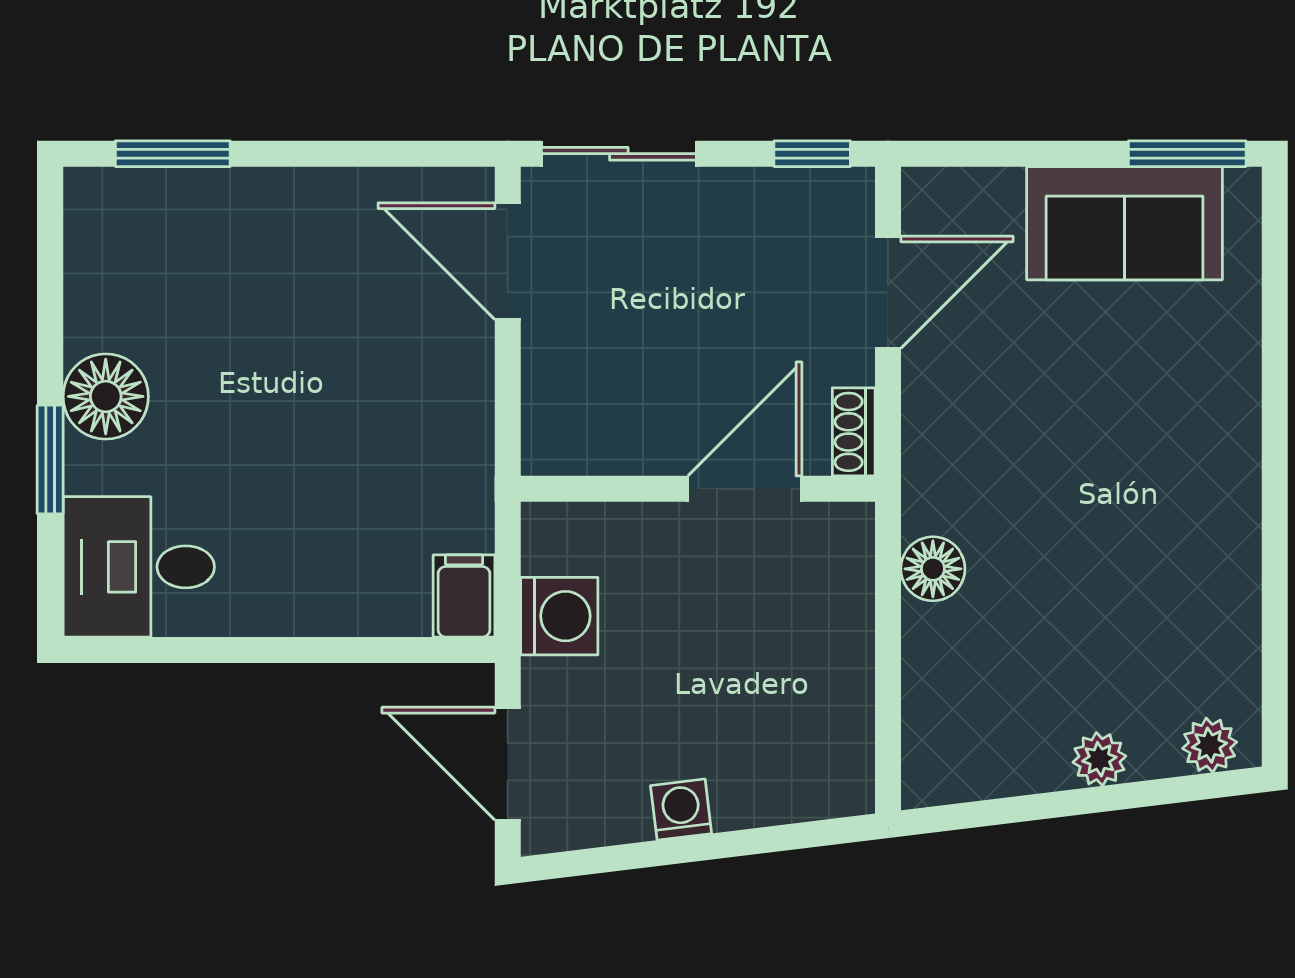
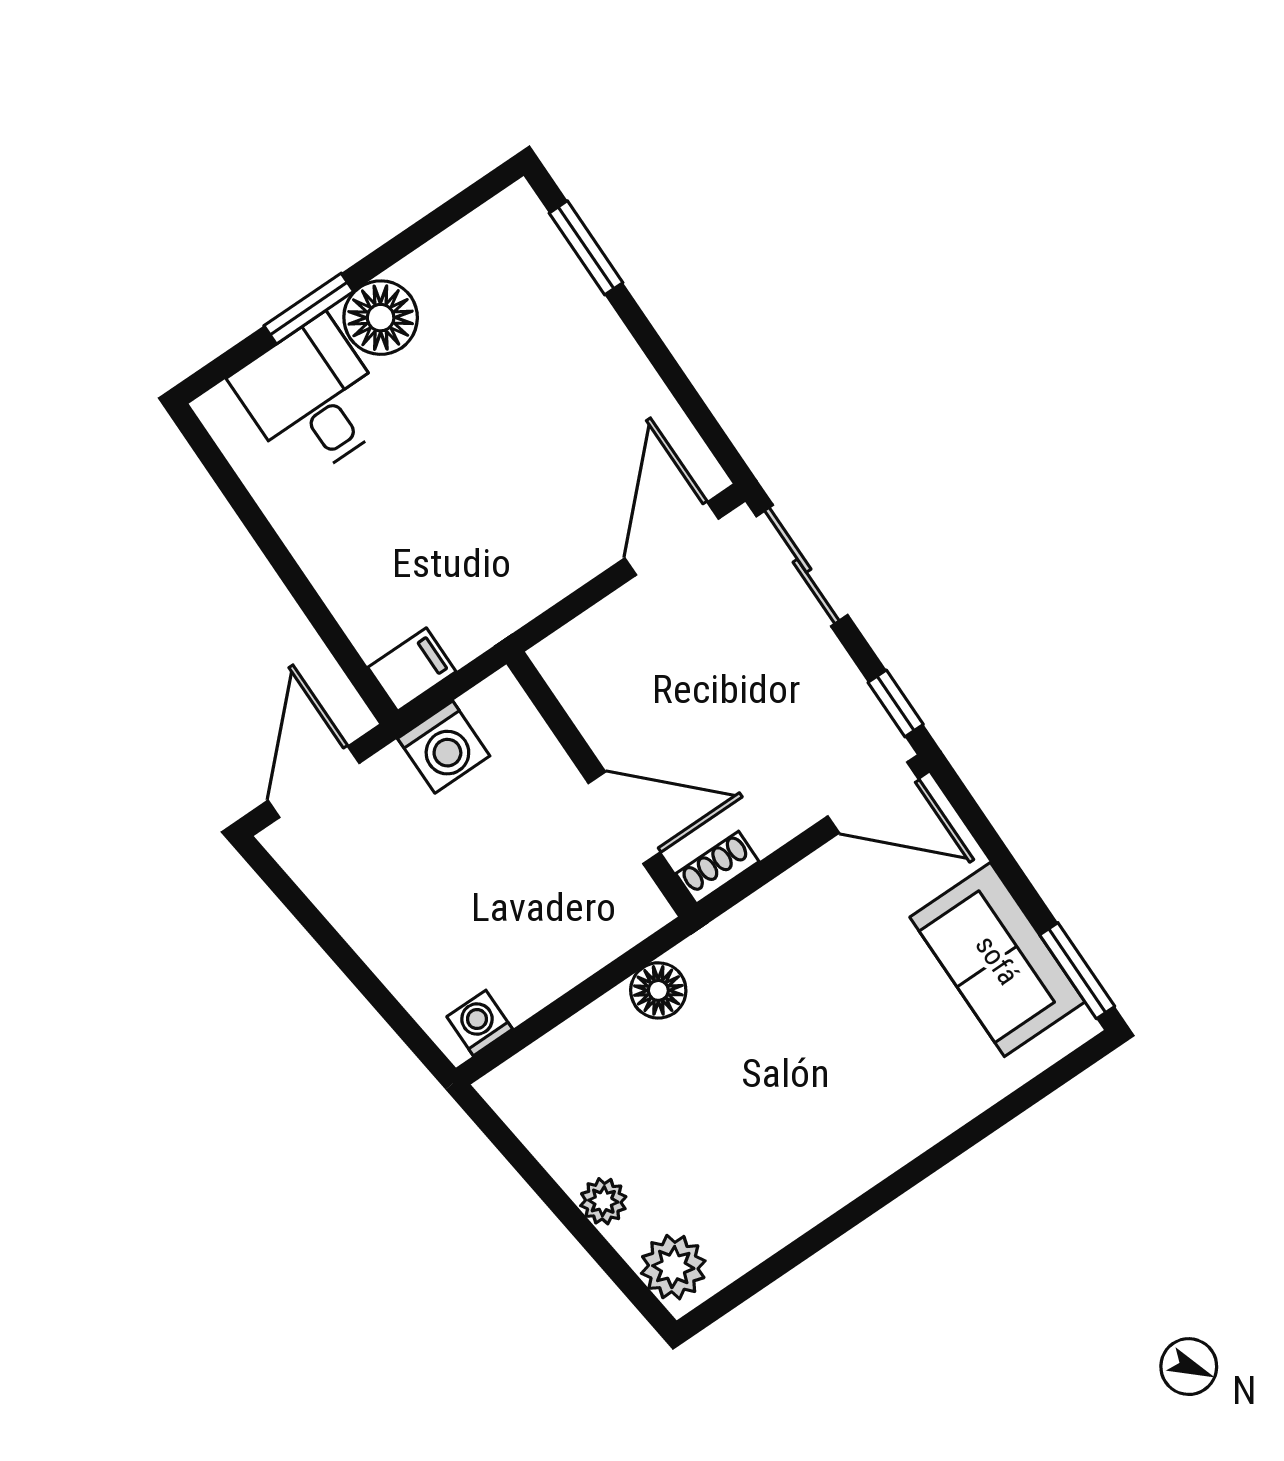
door: (888, 292) -> (873, 798), moved
desk: (139, 567) -> (312, 398), moved
plant: (1210, 745) -> (673, 1267), width x1.38, depth x1.38
washing machine: (681, 810) -> (480, 1023), moved, turned -83

